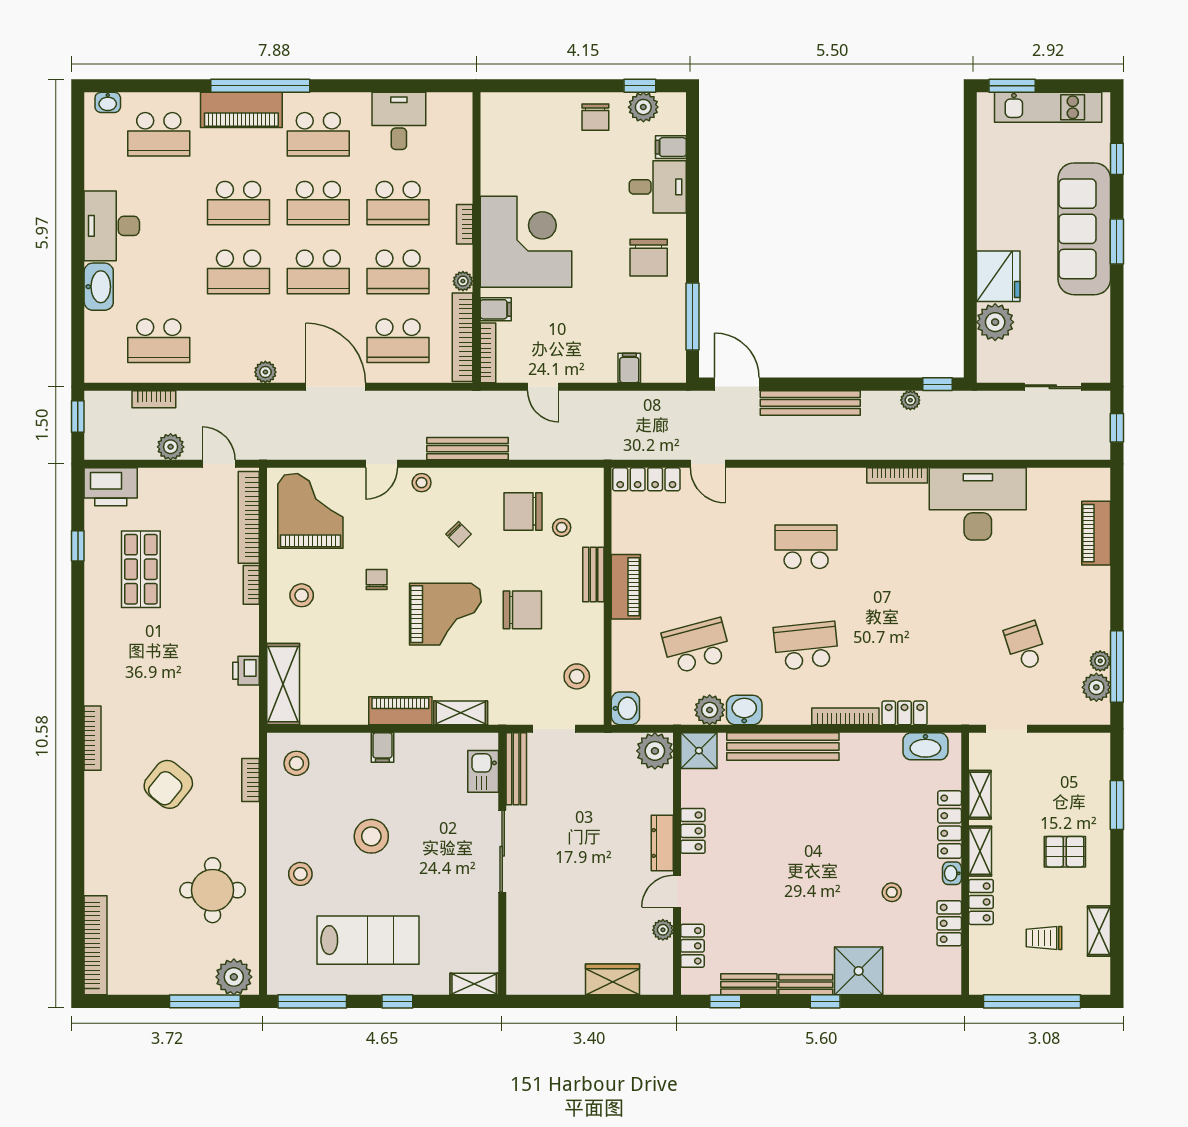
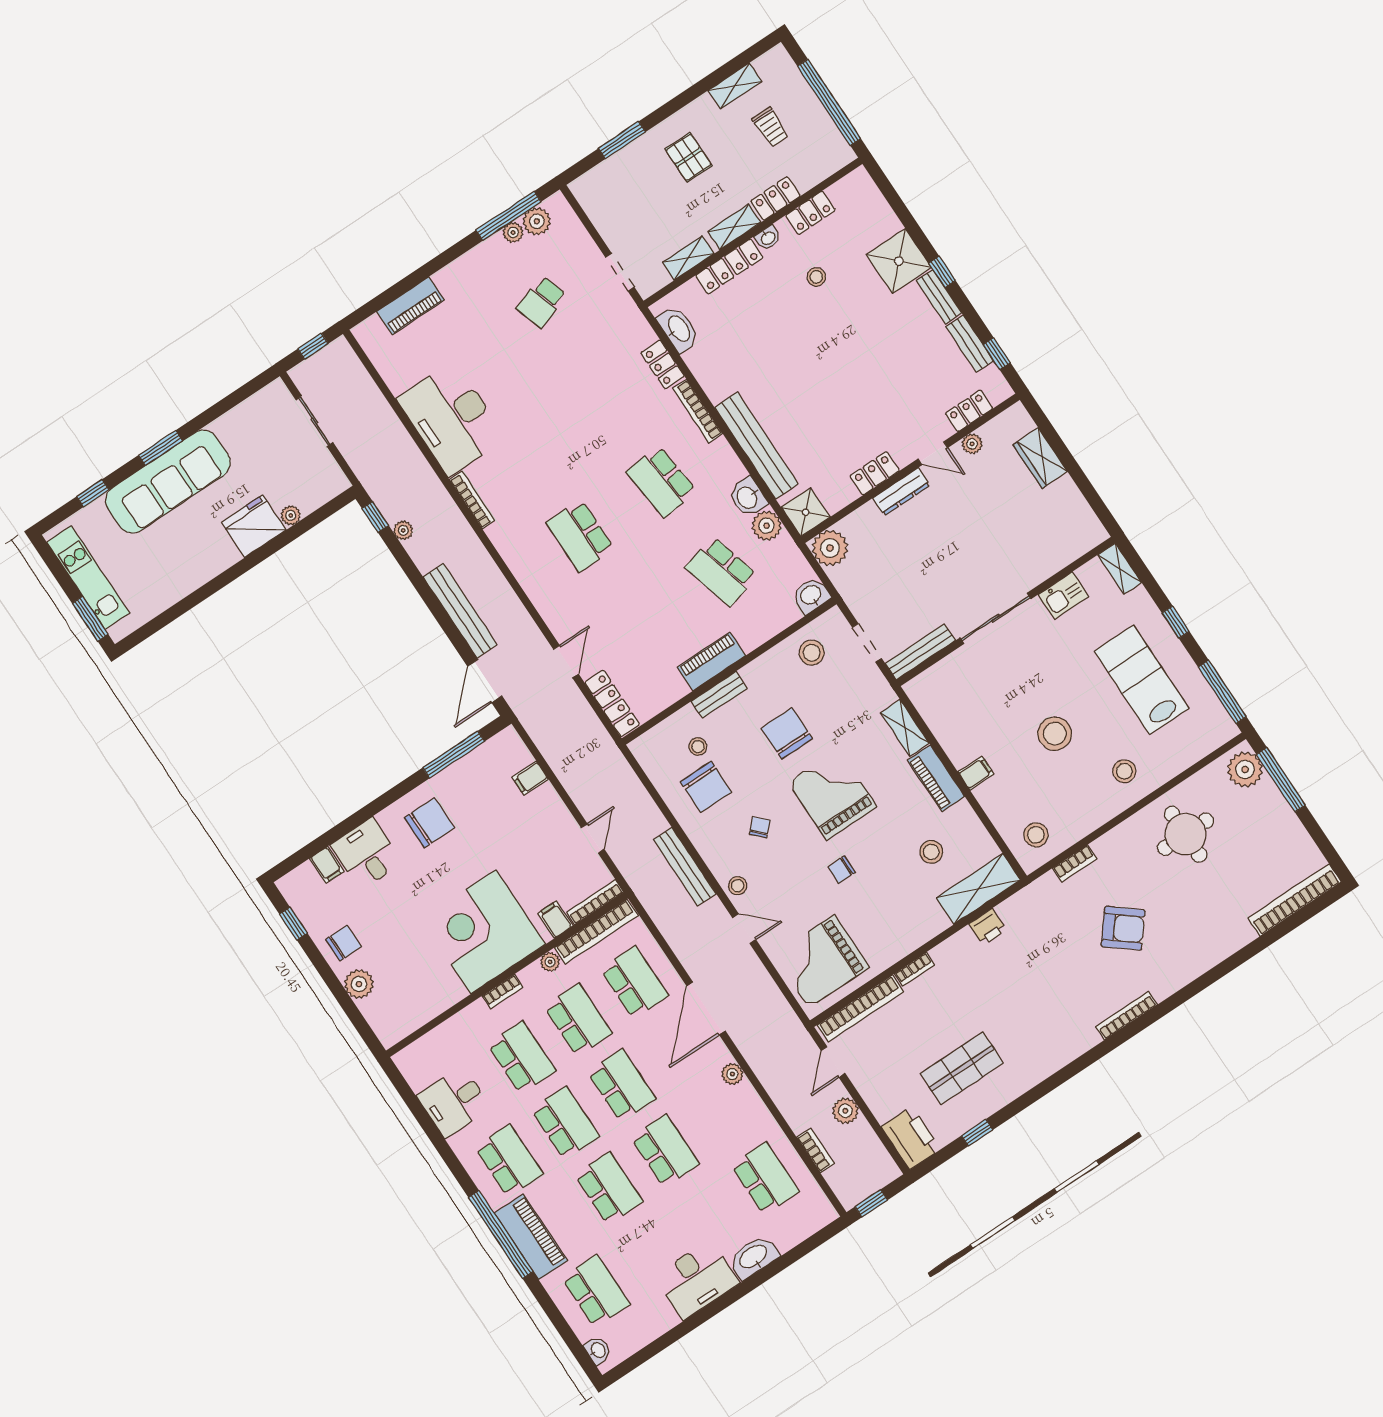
plant: (643, 107) -> (359, 984), moved
plant: (995, 322) -> (291, 515), width x0.53, depth x0.53
stool: (302, 595) -> (931, 852), moved
kitchen sink: (483, 771) -> (1063, 596), moved

